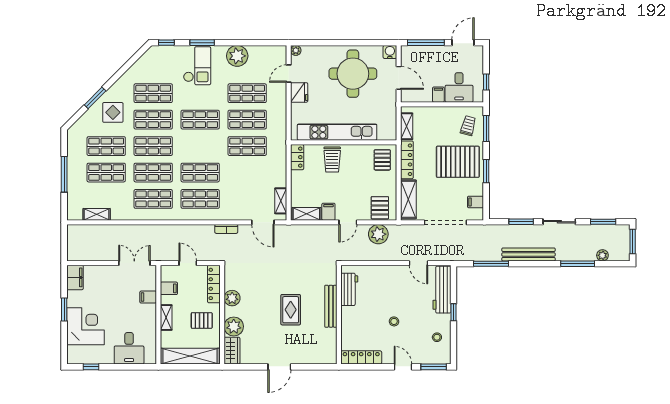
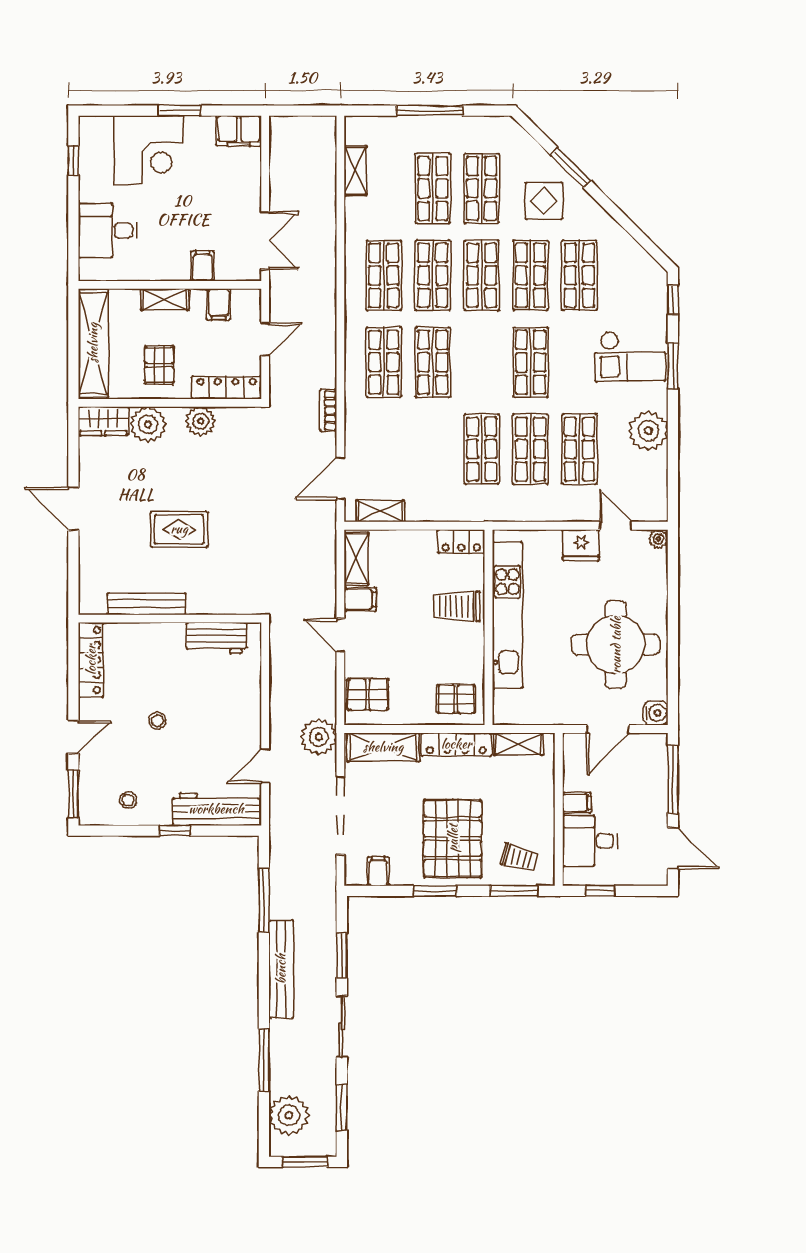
plant: (378, 234) -> (319, 737), moved
plant: (602, 255) -> (289, 1115), width x1.88, depth x1.88
bench: (331, 306) -> (146, 604), moved

